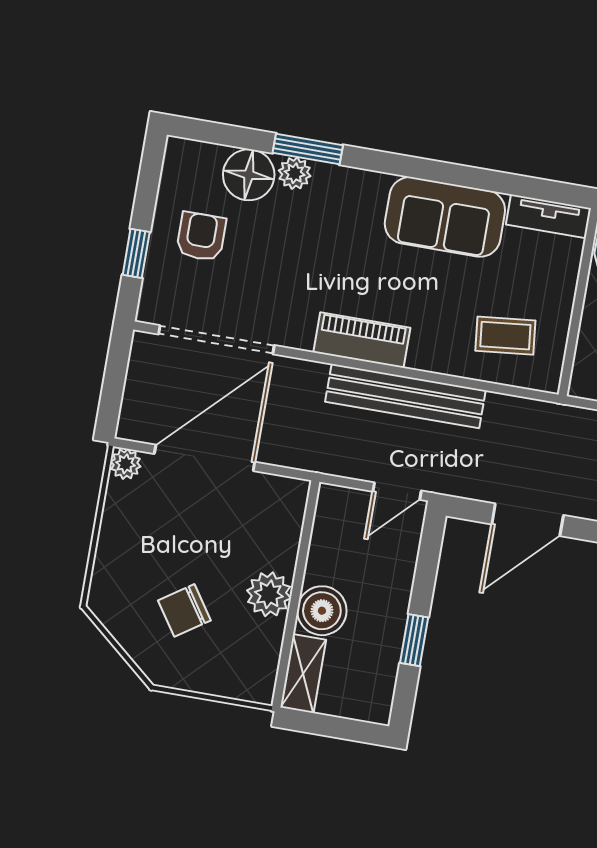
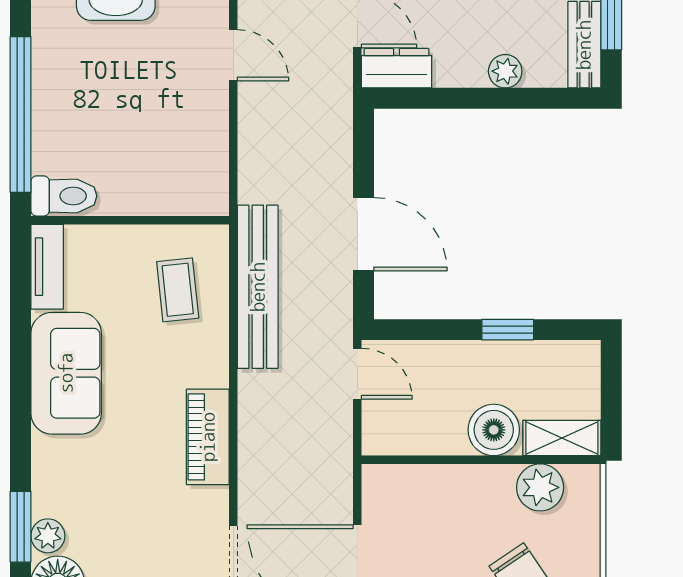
bench: (405, 396) -> (258, 287), moved
plant: (269, 594) -> (540, 487), moved

